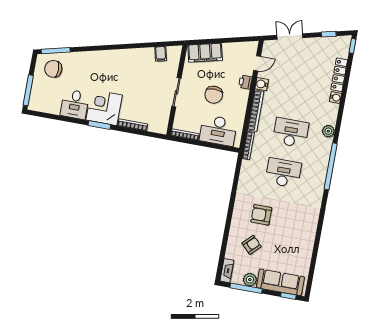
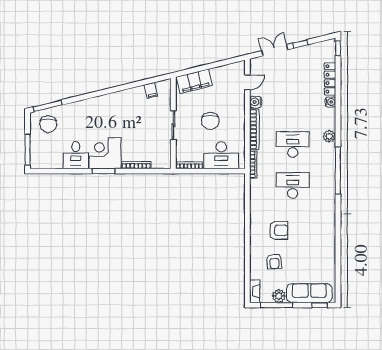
window: (329, 34) -> (300, 44), moved
chair: (53, 69) -> (48, 124), turned -90
printer: (245, 82) -> (239, 103), removed
armchair: (261, 215) -> (279, 230), turned 180
armchair: (252, 245) -> (274, 262), turned 132

